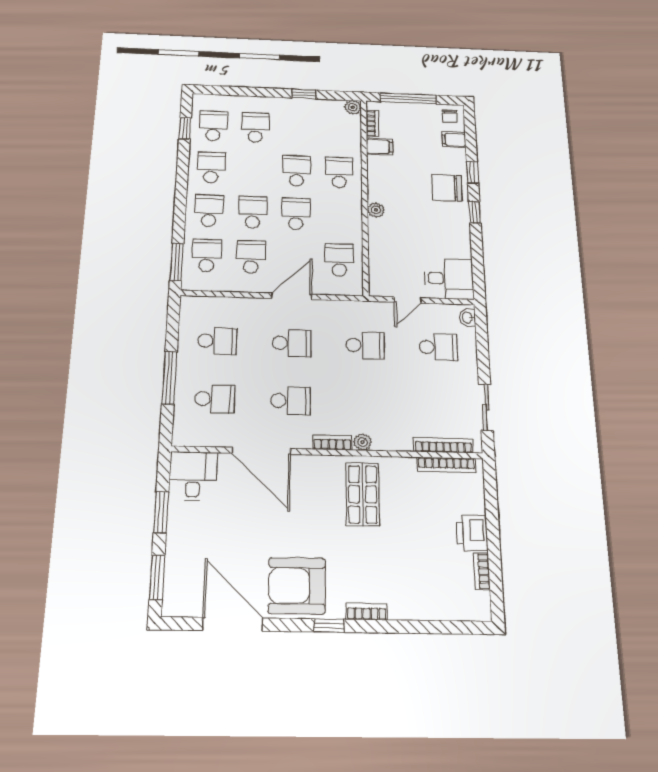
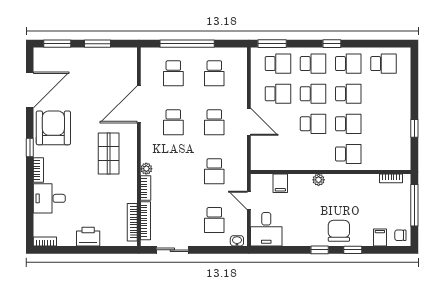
plant: (353, 107) -> (405, 164), removed
school desk: (255, 127) -> (348, 94), moved
window: (185, 128) -> (332, 44), moved
filing cabinet: (380, 147) -> (280, 183), moved
school desk: (339, 260) -> (278, 154), removed
window: (169, 378) -> (187, 44), width x1.46
bookcase: (332, 442) -> (146, 188), moved
desk: (193, 476) -> (49, 198), moved, turned 180
shop shelf: (363, 494) -> (109, 153), moved, turned 90
bookcase: (482, 571) -> (45, 242), moved

